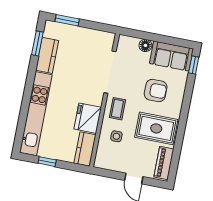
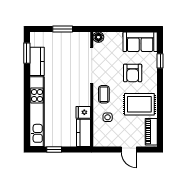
window: (67, 20) -> (63, 29), moved
floor lamp: (145, 45) -> (98, 37), moved
window: (194, 65) -> (160, 61), moved
armchair: (156, 91) -> (133, 73), turned 90
fridge: (88, 118) -> (83, 112), width x0.53, depth x0.75

